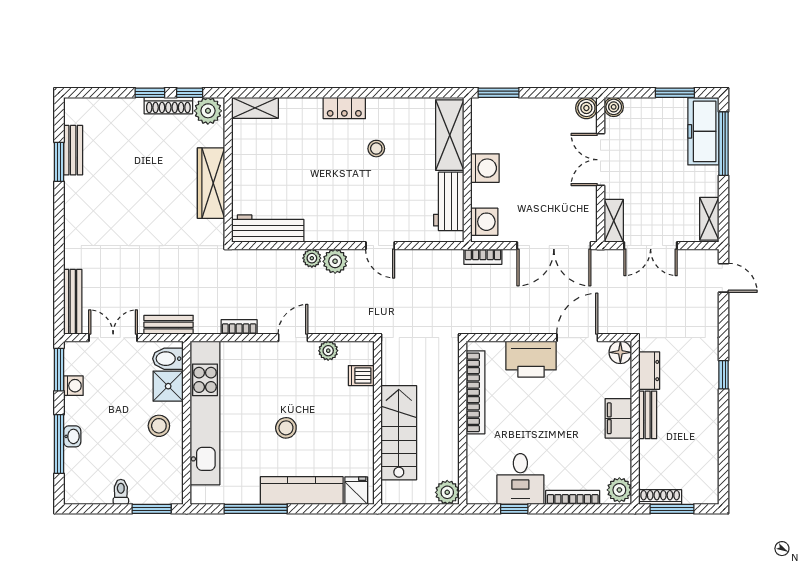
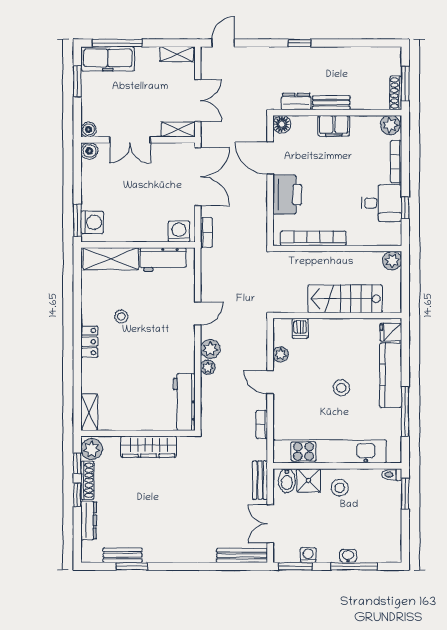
dresser: (117, 107) -> (89, 520), added
washing machine: (485, 168) -> (92, 222), moved, turned 90
toilet: (121, 492) -> (392, 475), moved

